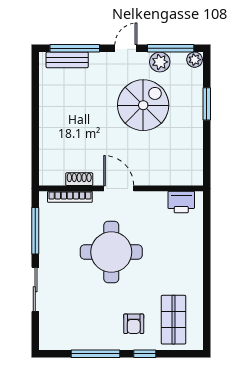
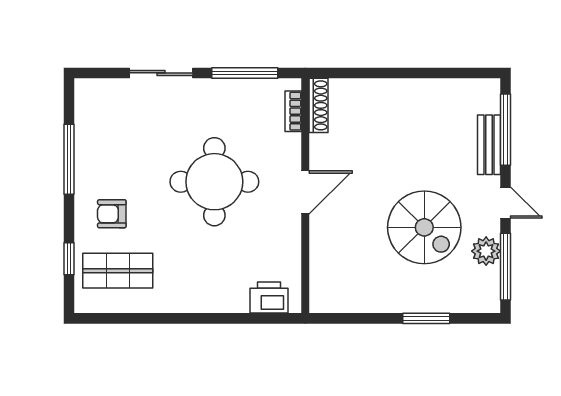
bench: (67, 60) -> (489, 145), moved
plant: (195, 60) -> (489, 301), removed
shoe rack: (79, 179) -> (319, 105), moved, width x1.43
bookcase: (70, 197) -> (293, 111), width x0.64
printer: (181, 202) -> (269, 298), moved, turned 90
window: (145, 354) -> (69, 259), moved

